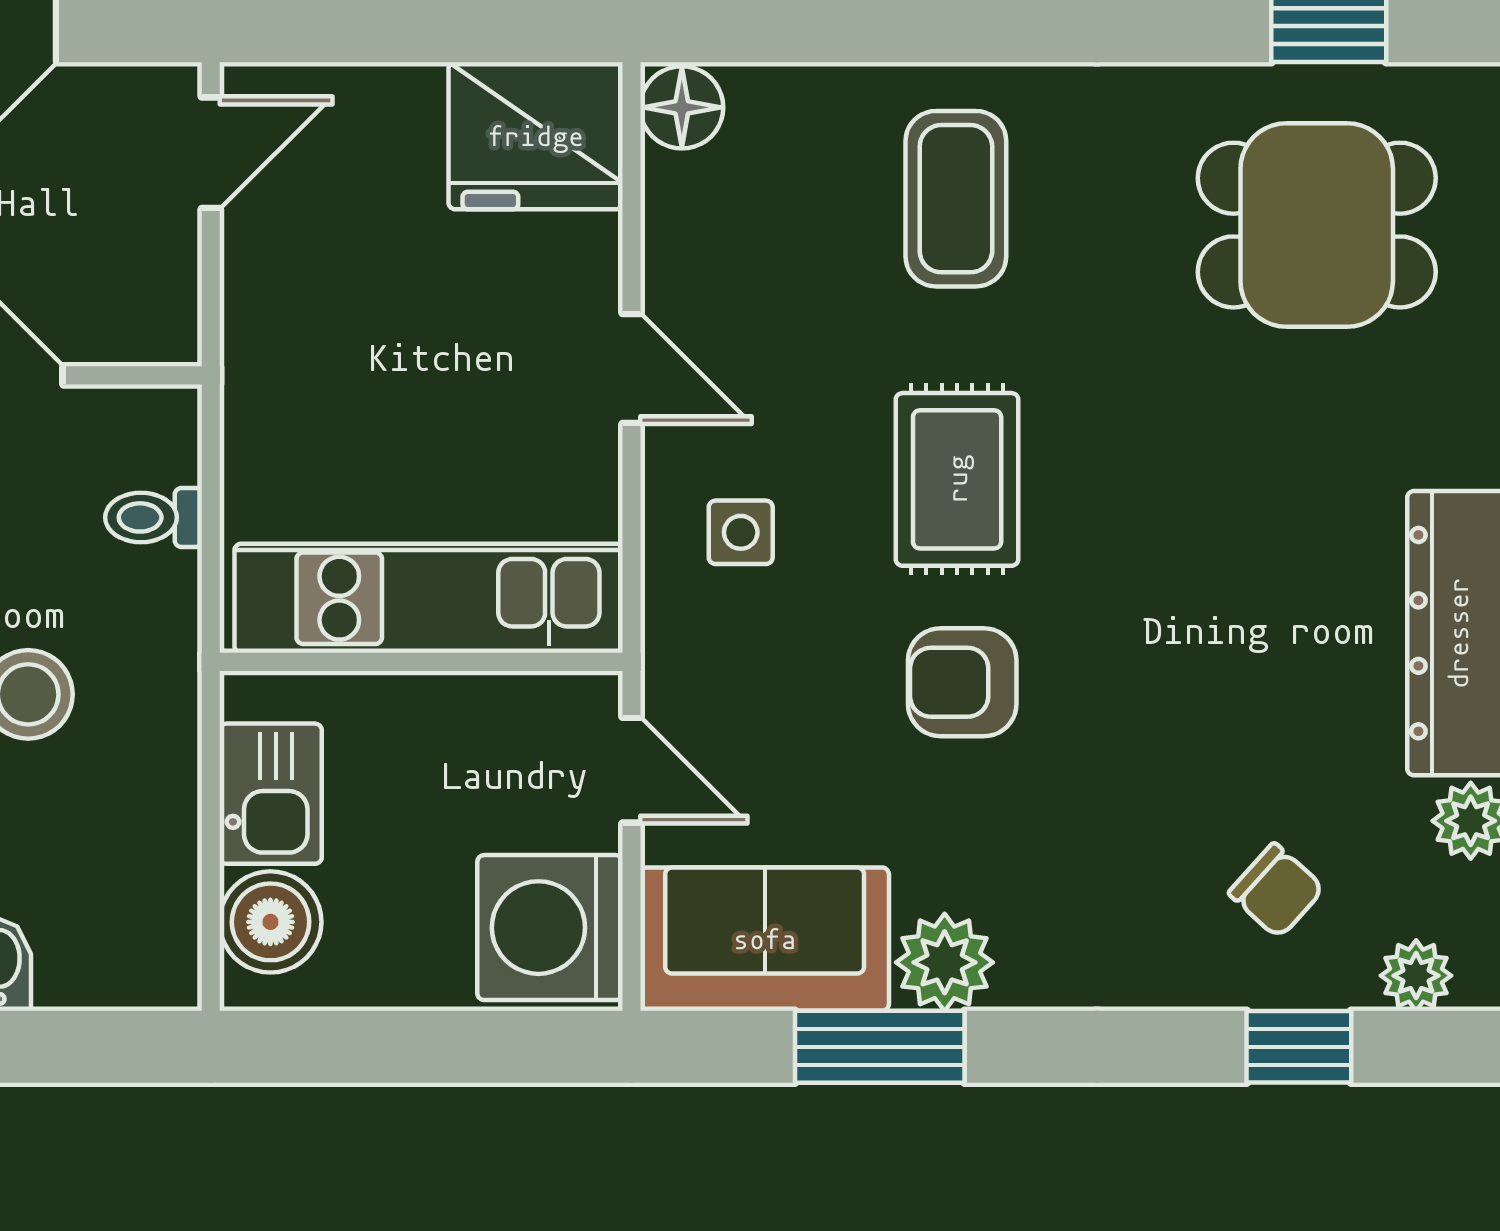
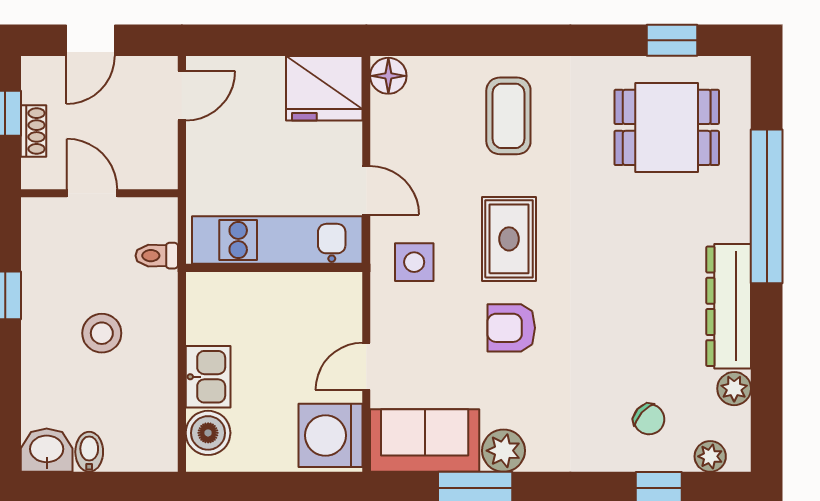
side table: (741, 532) -> (414, 262), width x1.37, depth x1.37
kitchen unit: (429, 598) -> (277, 240), moved
wall: (421, 662) -> (274, 268), moved
door: (632, 770) -> (366, 366), swing flipped

